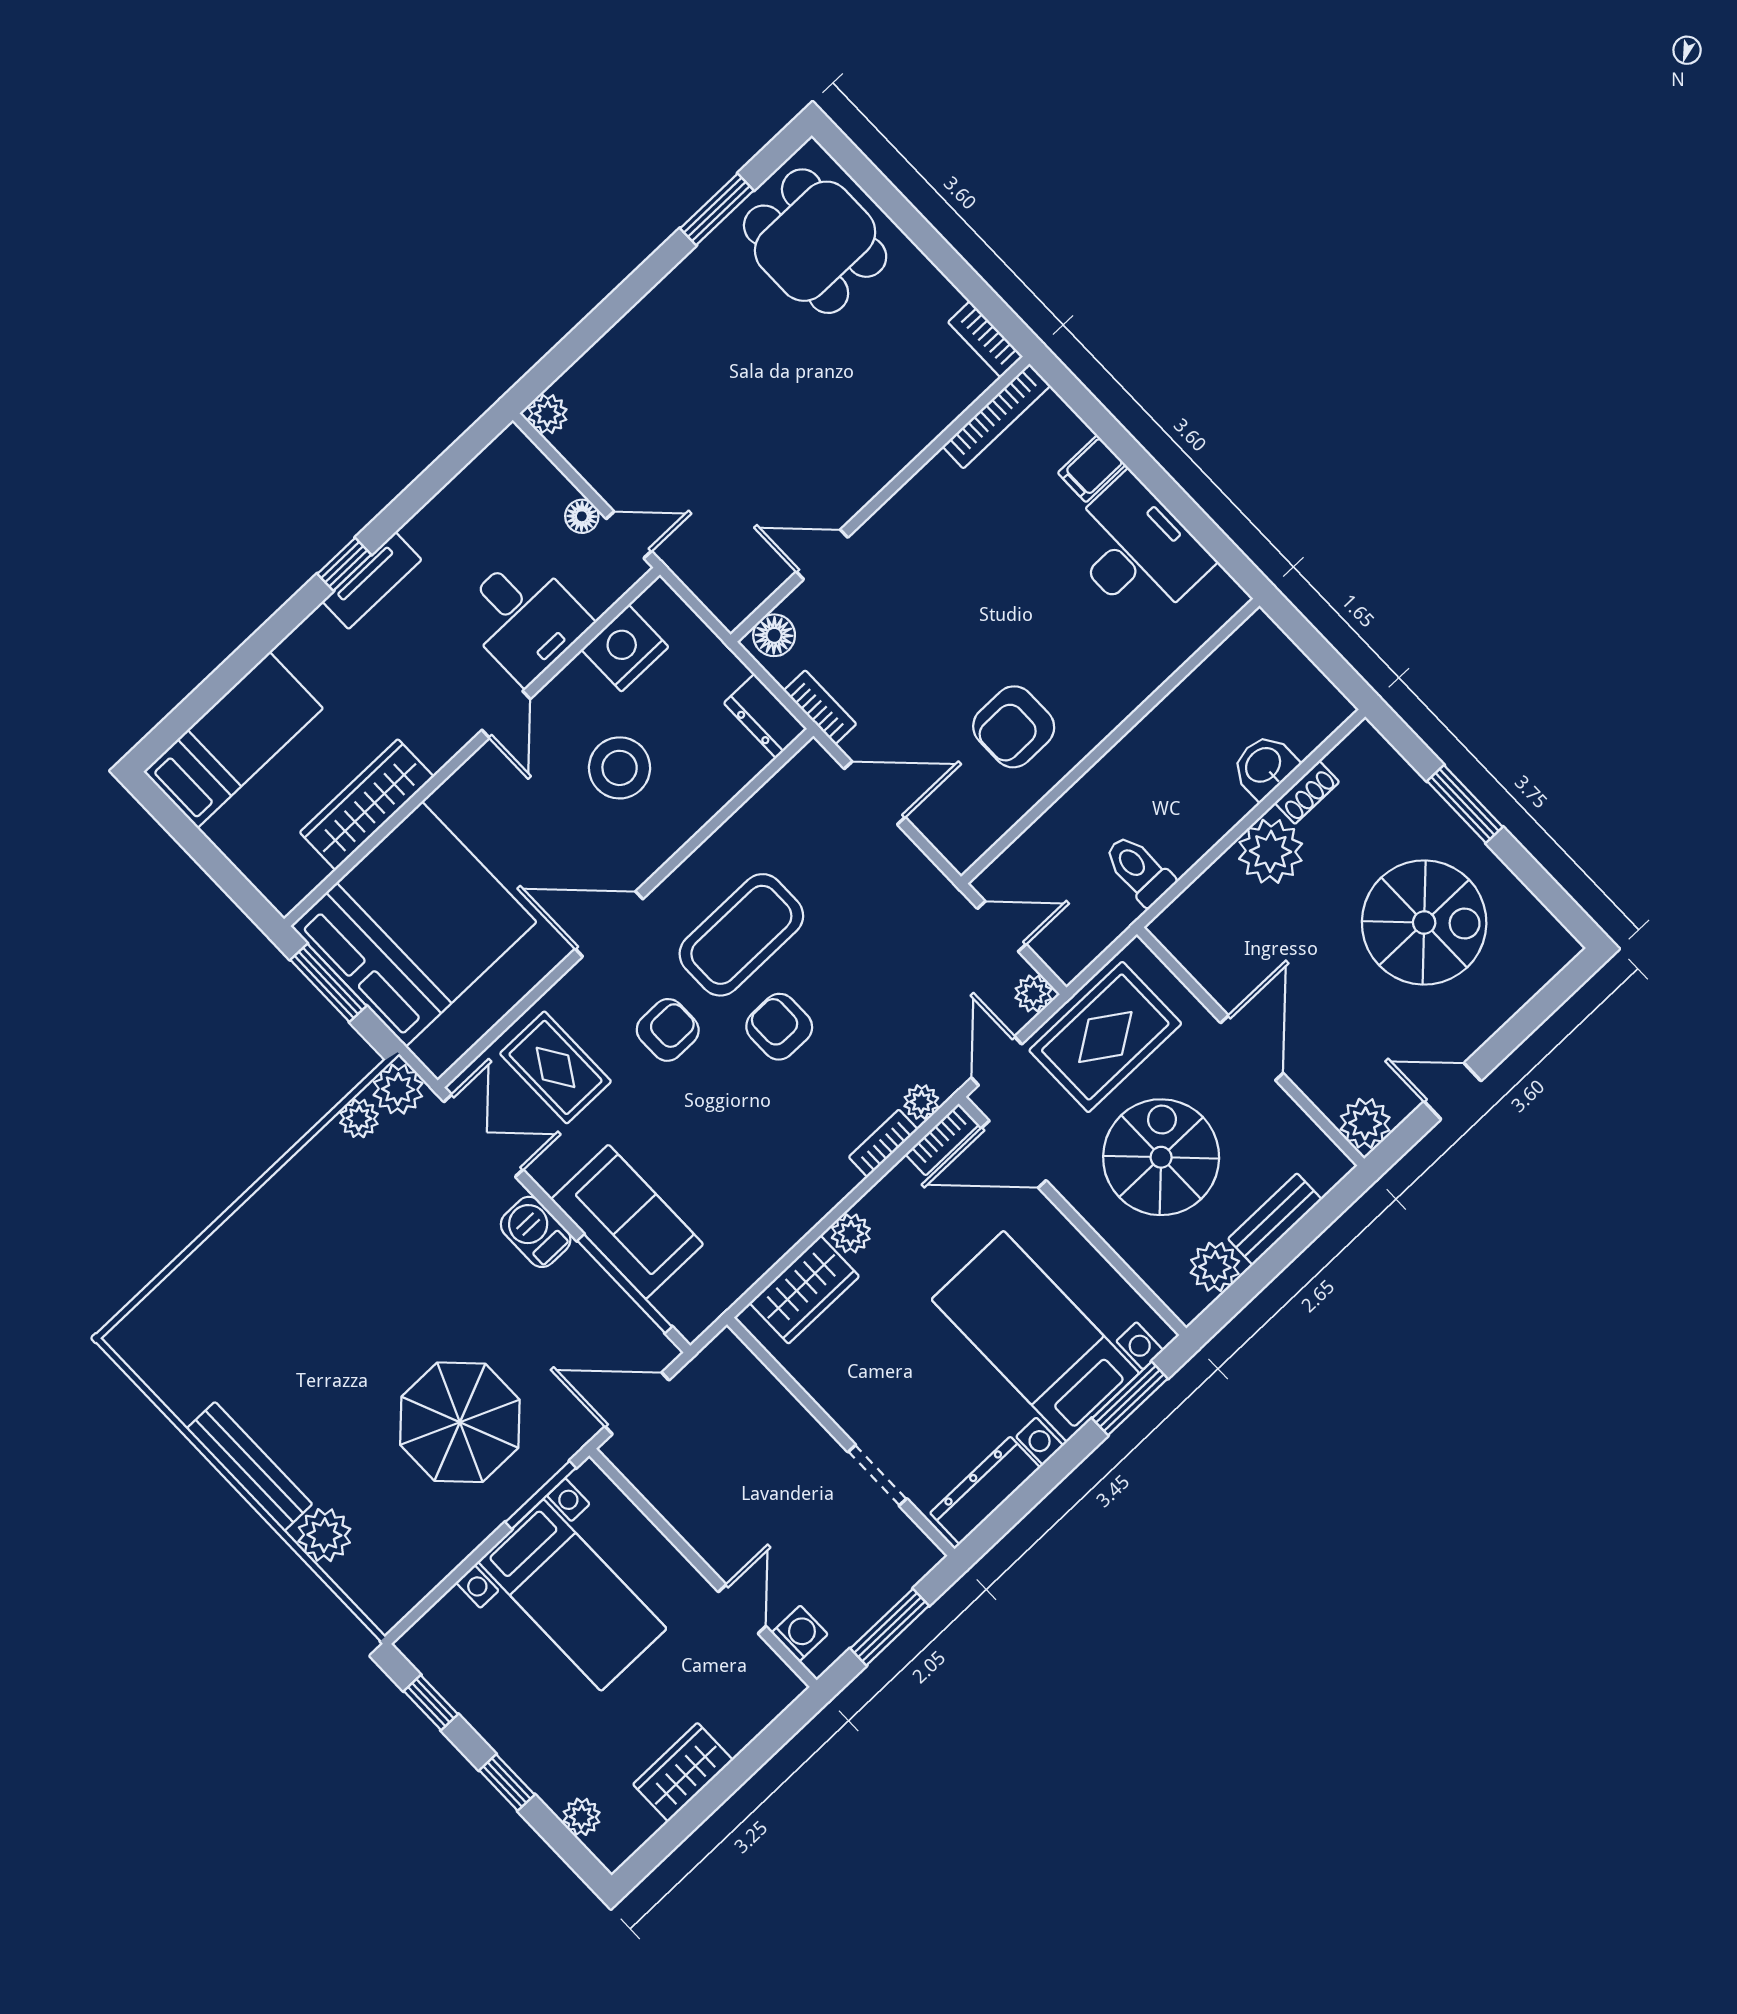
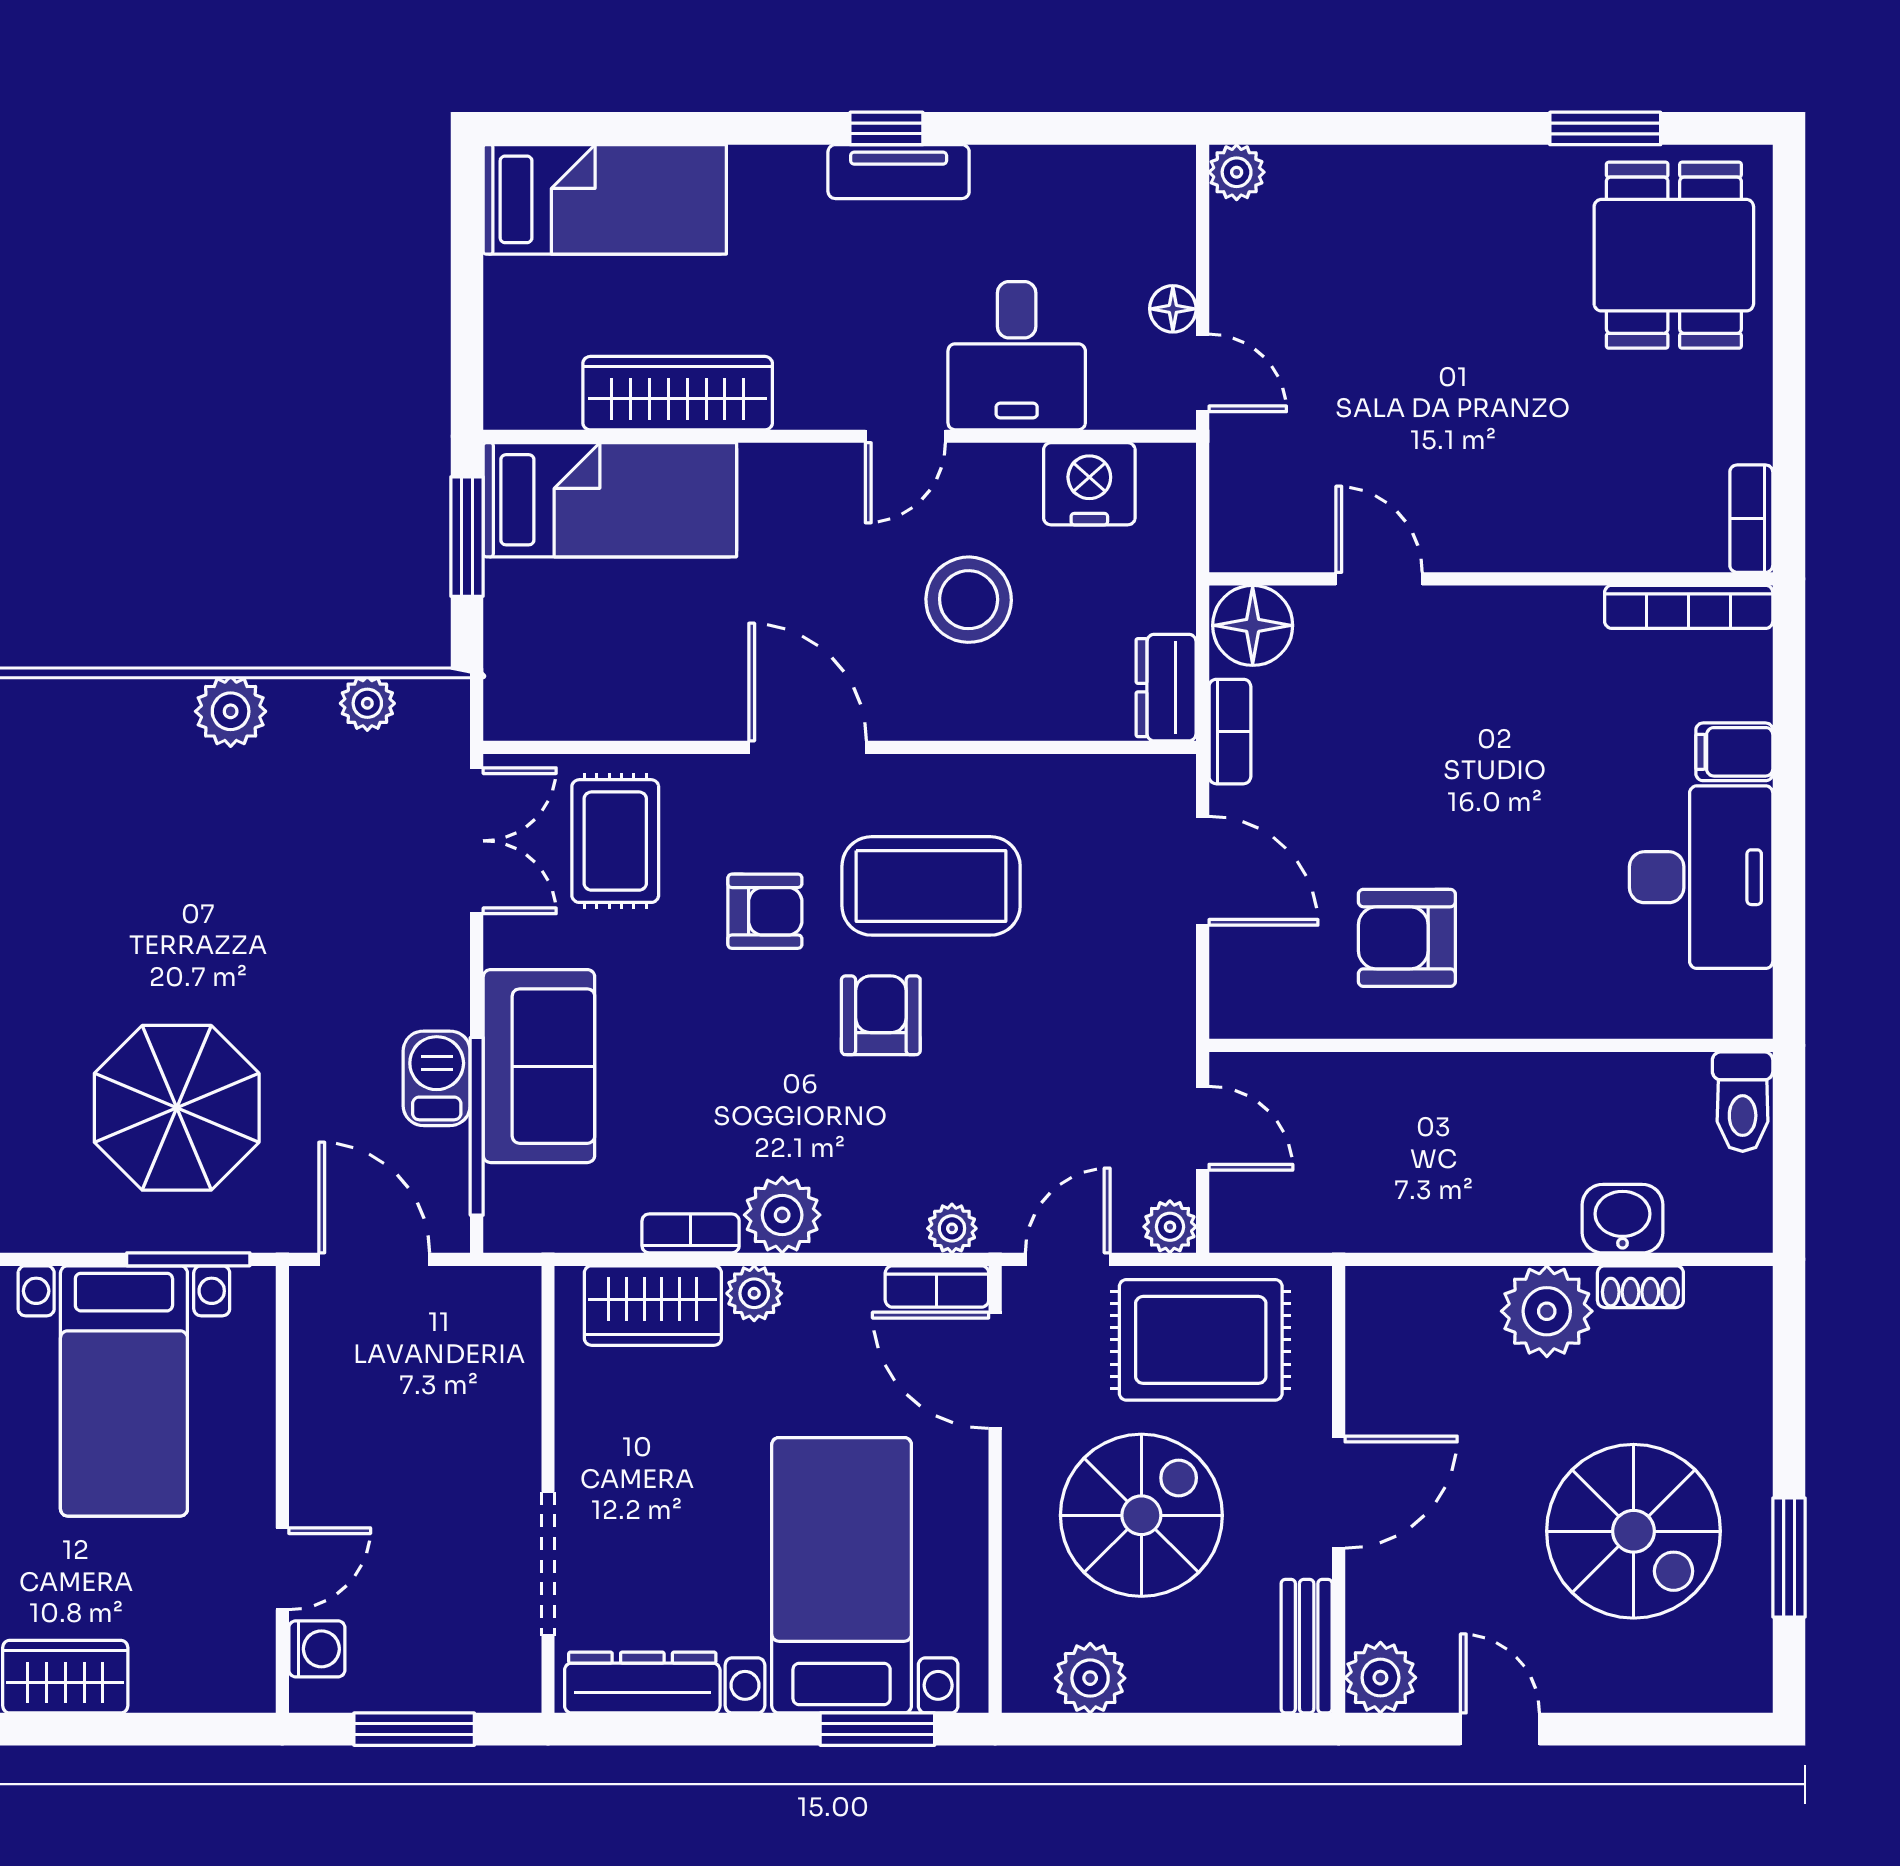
floor lamp: (774, 635) -> (1253, 625), width x1.38, depth x1.38
window: (1465, 804) -> (1789, 1558), moved
toilet: (1139, 870) -> (1743, 1102), moved, turned 180
bed: (414, 924) -> (610, 500), width x0.49
plant: (398, 1089) -> (231, 711), moved
bookcase: (883, 1143) -> (691, 1233), moved
plant: (827, 1179) -> (782, 1215), added
bench: (1275, 1219) -> (1307, 1646), moved, turned 90
barbecue: (536, 1232) -> (437, 1078), moved
doorway: (877, 1475) -> (548, 1564), width x1.38

